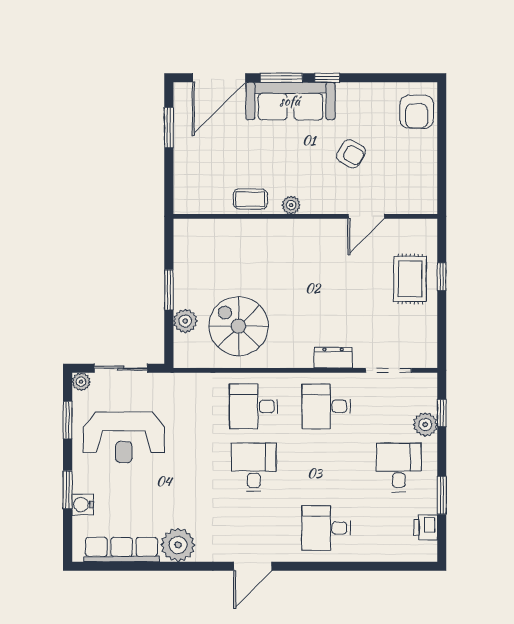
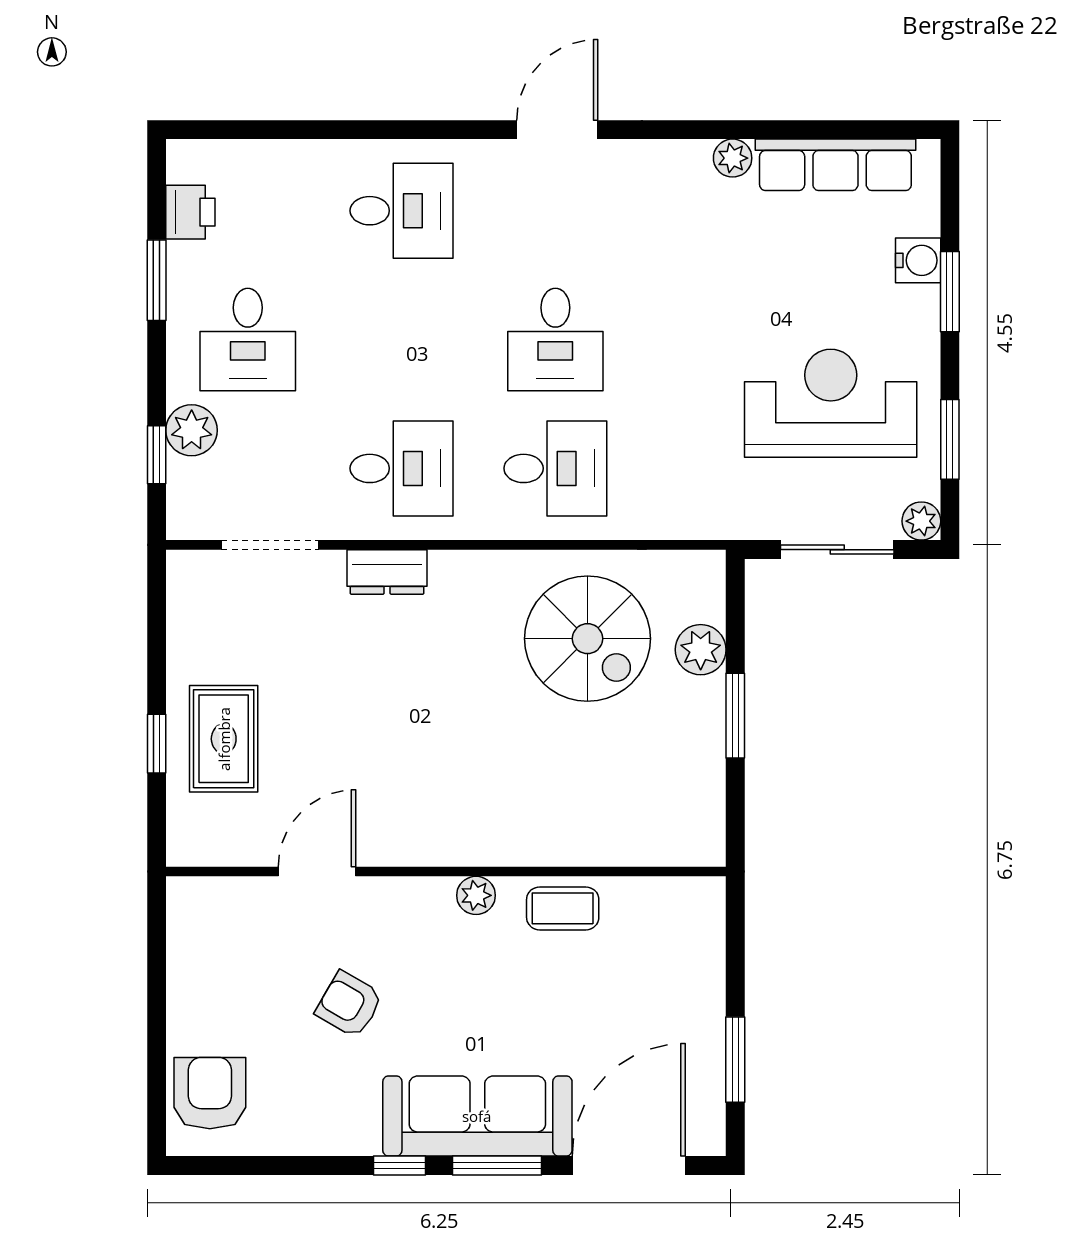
plant: (178, 545) -> (733, 158), width x0.53, depth x0.53

